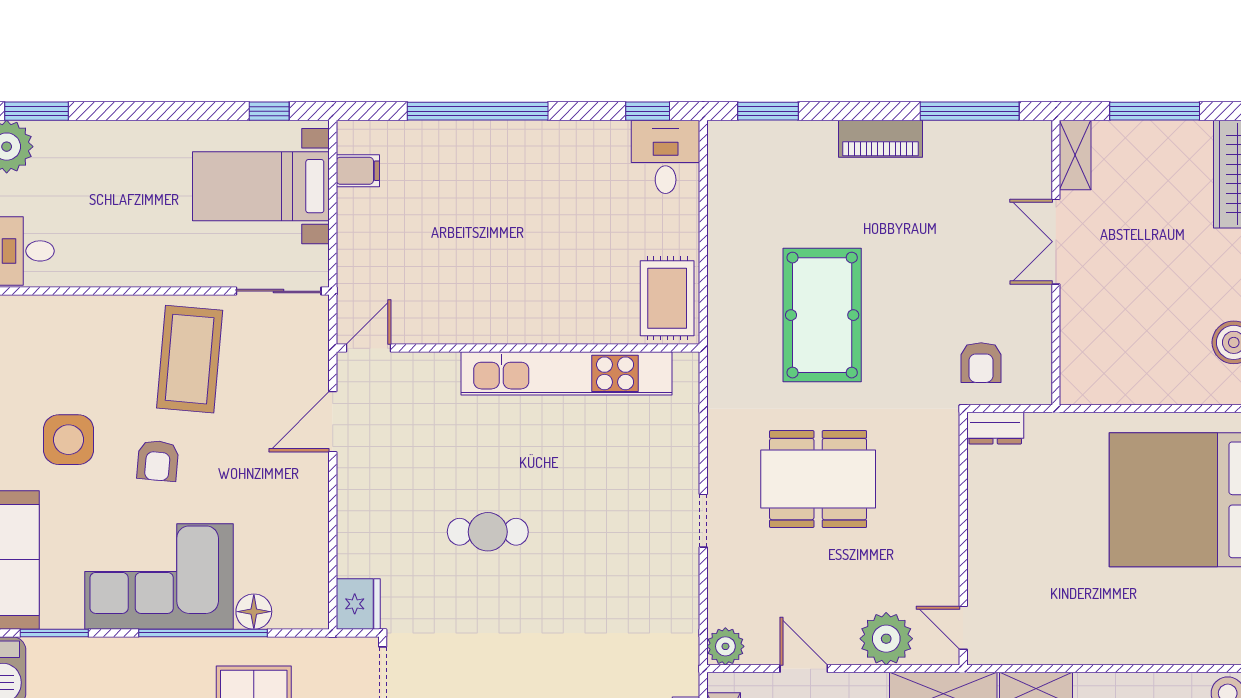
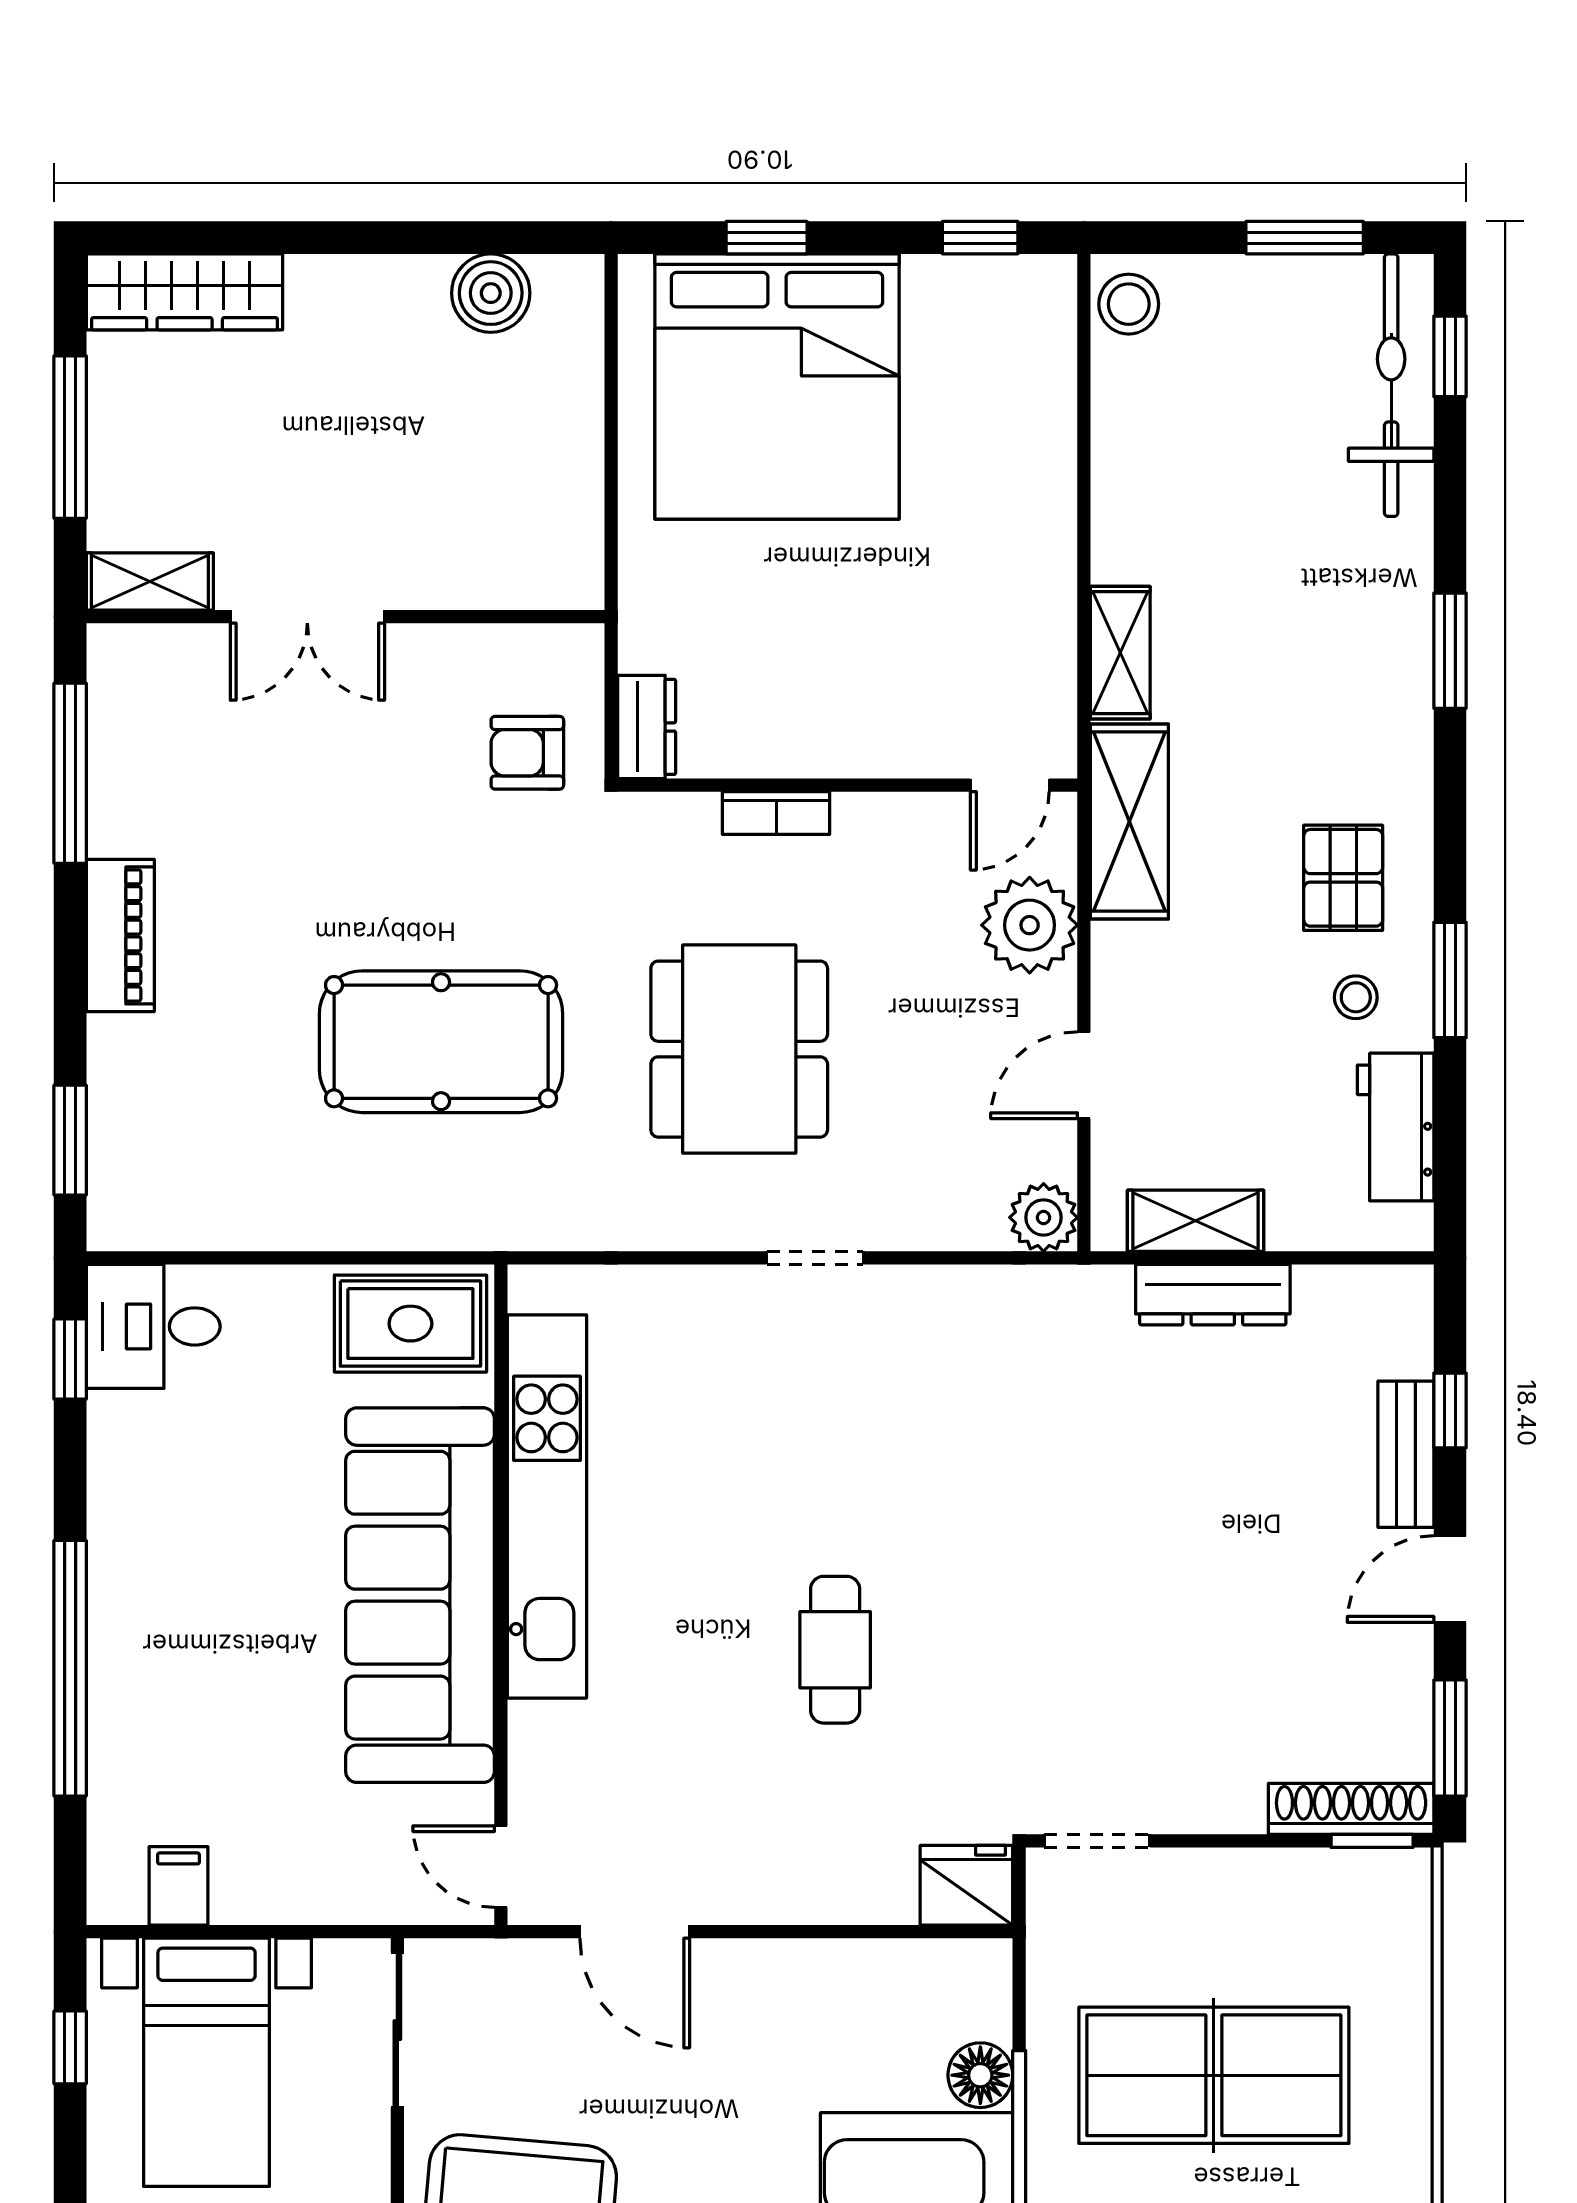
sofa: (518, 304) -> (420, 1595), added
armchair: (981, 363) -> (527, 753), turned 180
bookcase: (948, 499) -> (776, 813), added

